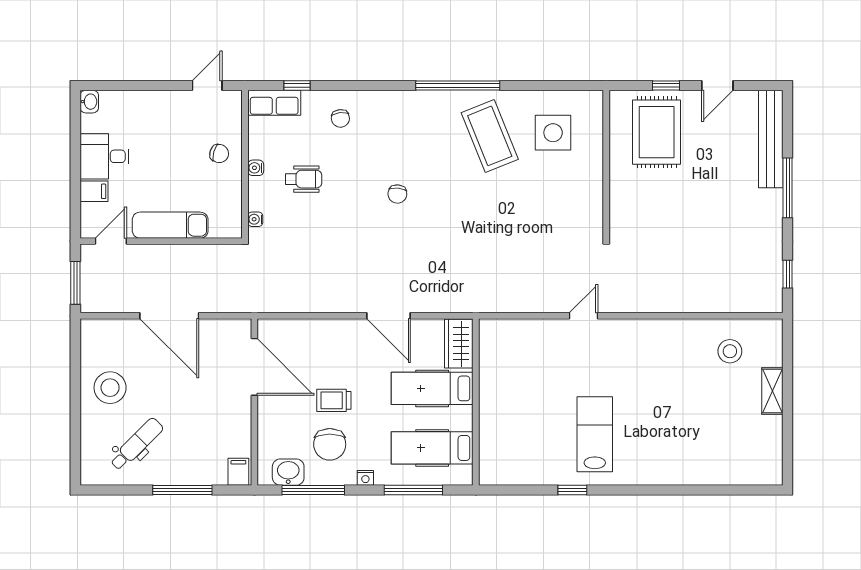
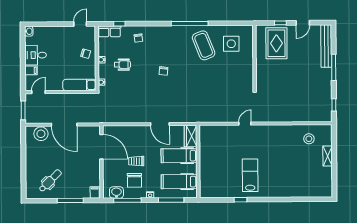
exam couch: (170, 225) -> (79, 85), moved
stool: (110, 388) -> (41, 134), moved

